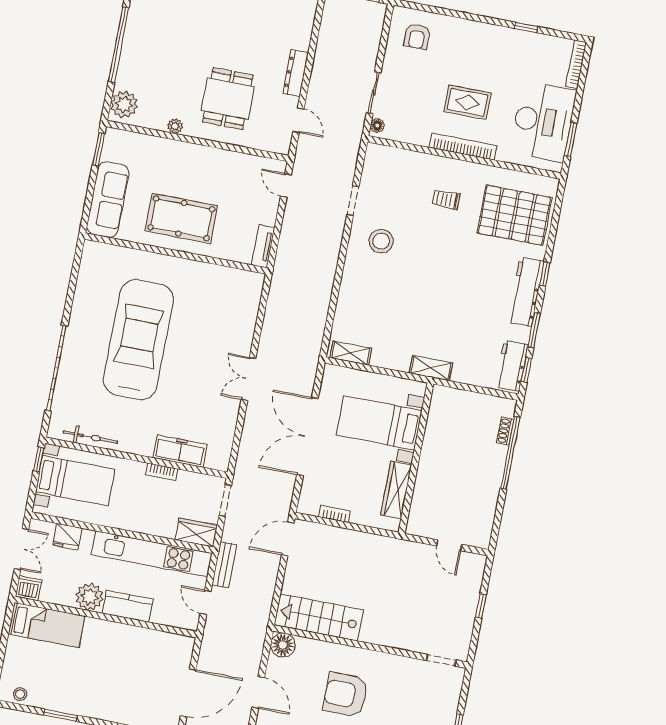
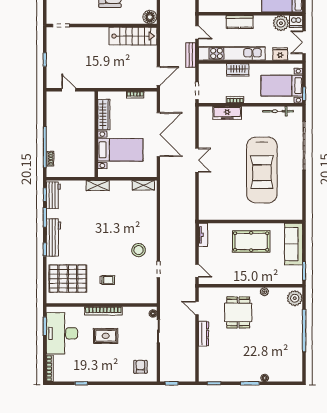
wardrobe: (196, 533) -> (238, 70), moved
plant: (89, 597) -> (281, 23), moved

